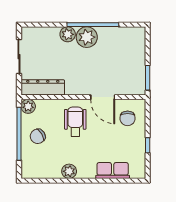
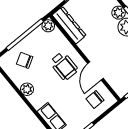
wheelchair: (75, 122) -> (64, 66), turned 90
chair: (38, 136) -> (25, 60), moved

